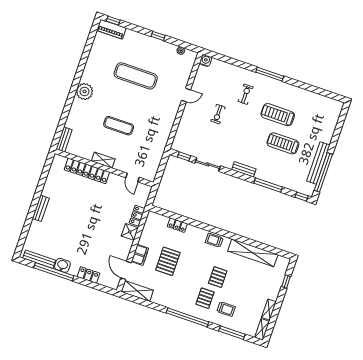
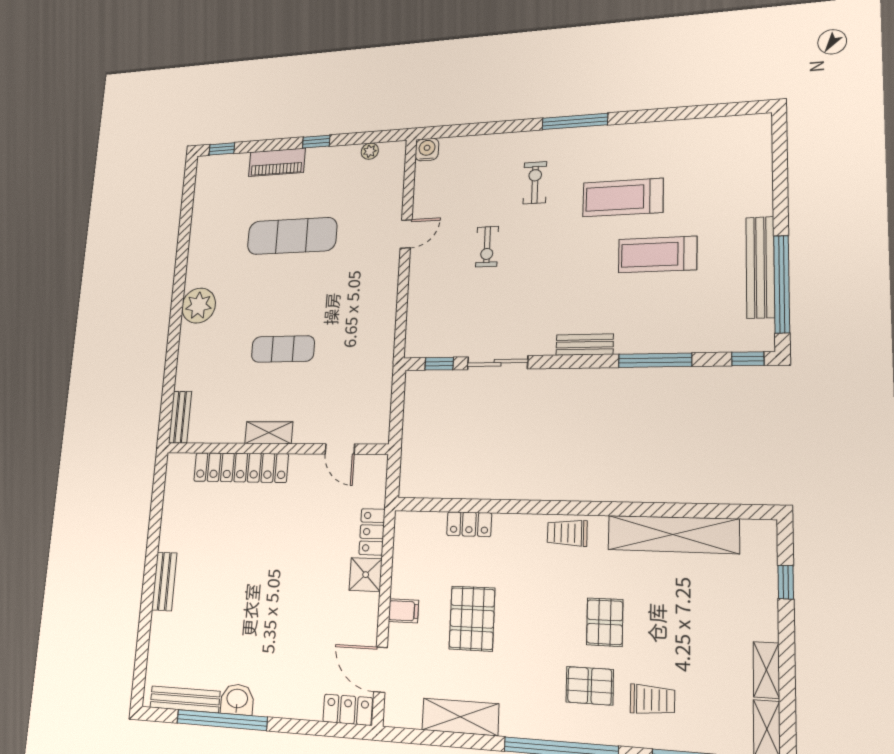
piano: (111, 29) -> (277, 162), moved
filing cabinet: (140, 255) -> (404, 611), width x0.50
locker: (88, 275) -> (348, 710), moved
shelving: (137, 291) -> (460, 717), moved
pallet: (205, 298) -> (590, 686), turned 90

